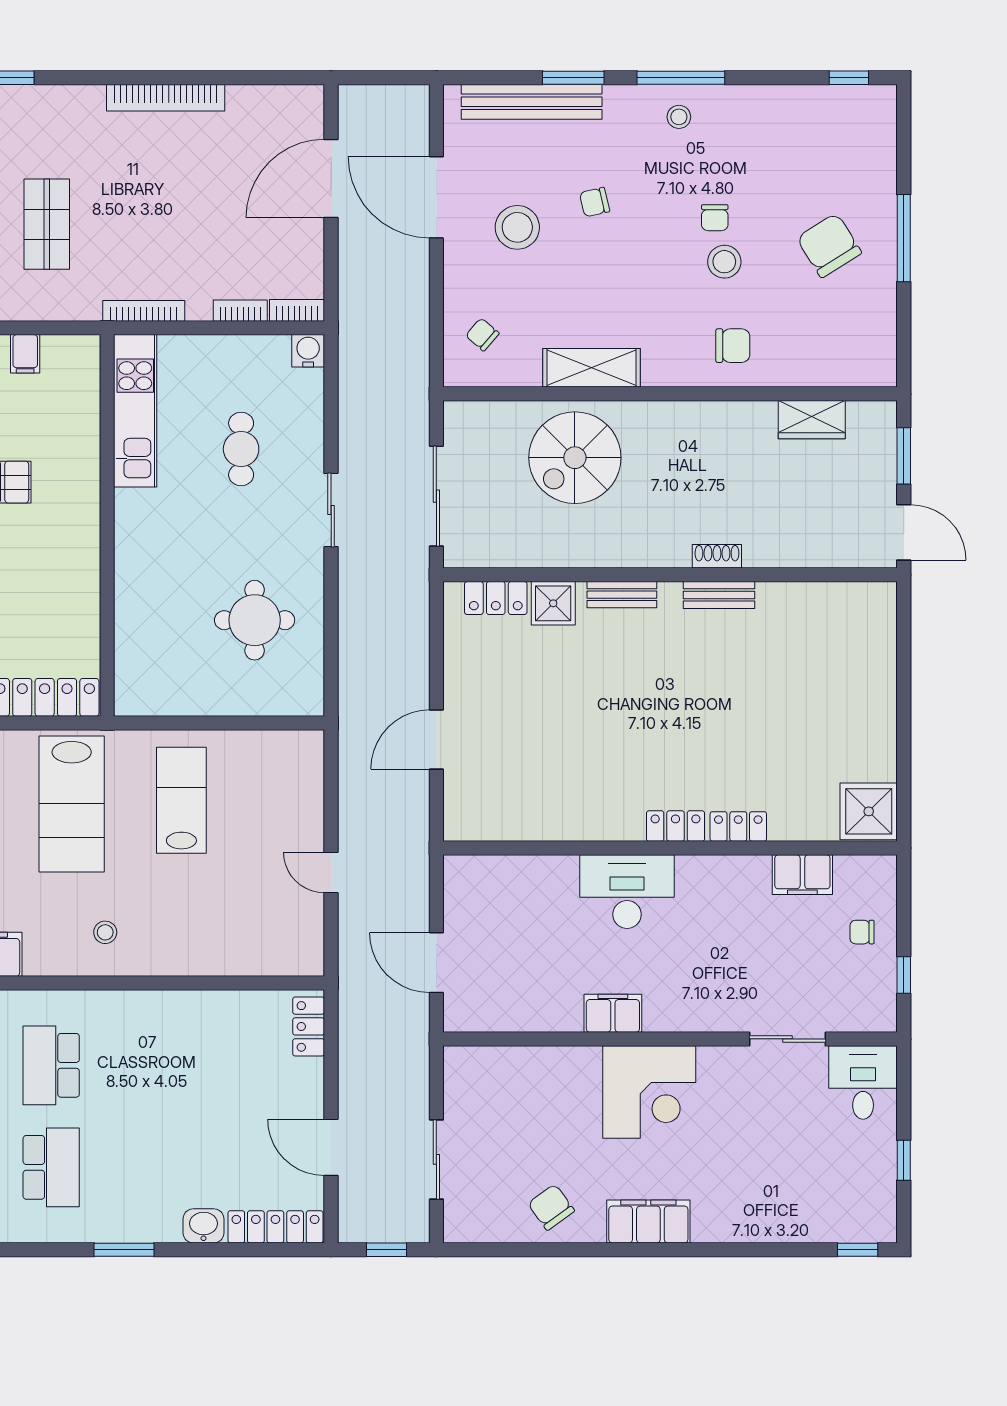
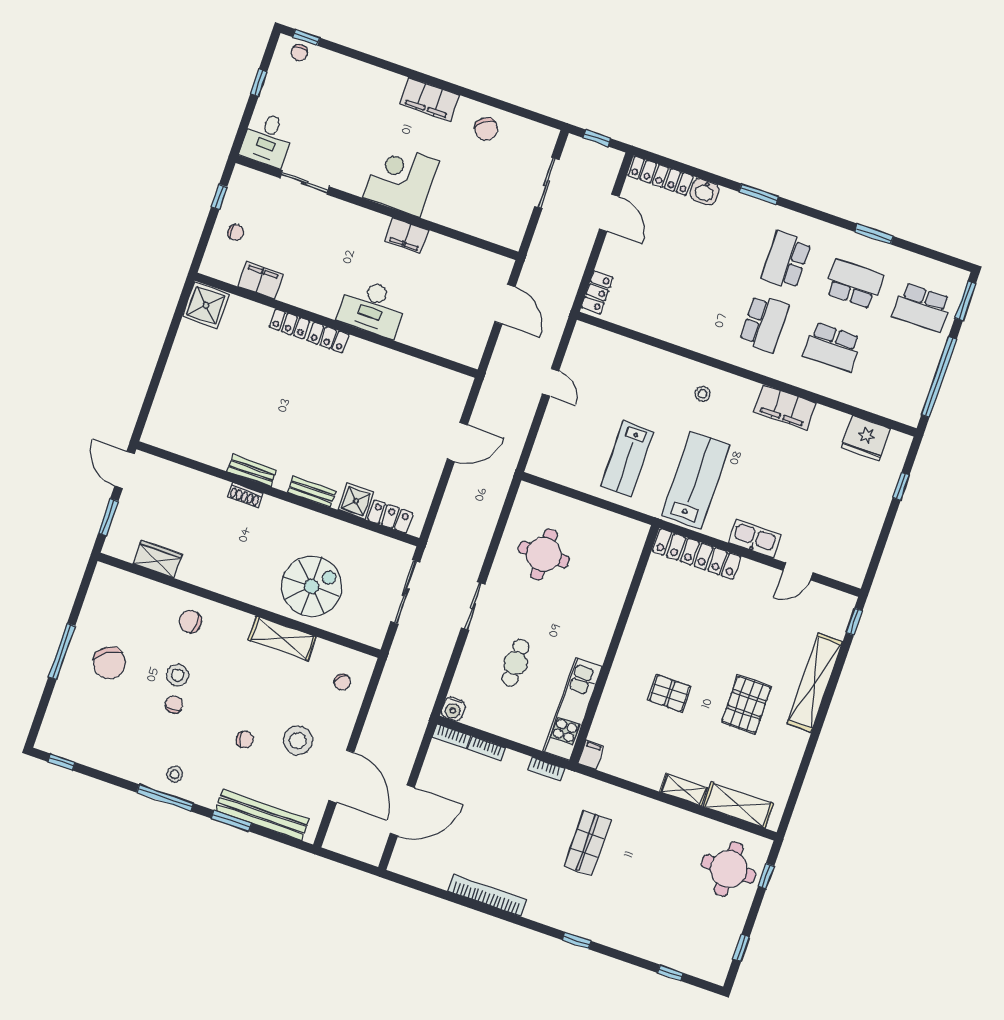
bookcase: (144, 311) -> (546, 769), width x0.64
filing cabinet: (25, 354) -> (591, 755), moved
chair: (860, 1224) -> (299, 53), added

